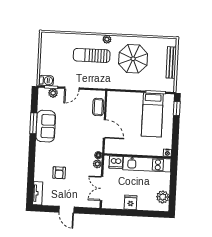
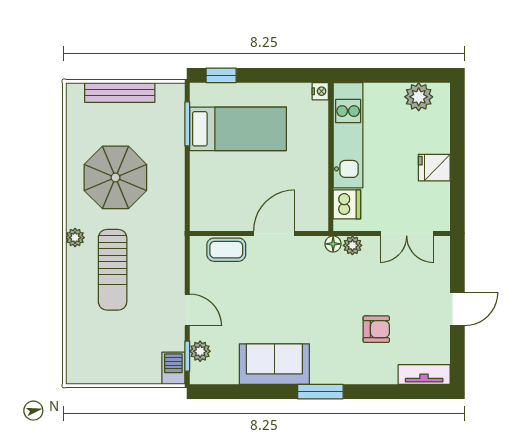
window: (33, 123) -> (320, 392), moved

